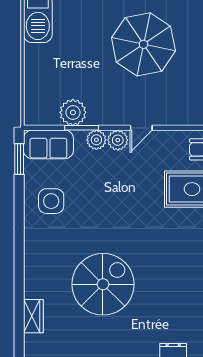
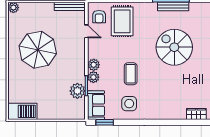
door: (141, 128) -> (86, 31), moved
coffee table: (102, 204) -> (131, 74), added
spiral stairs: (103, 284) -> (174, 47), moved

